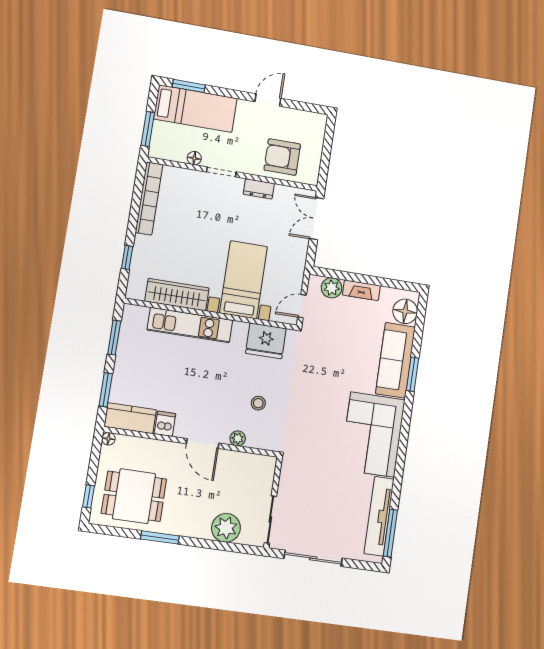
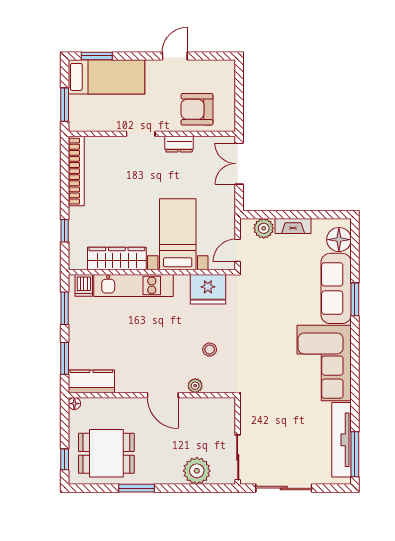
floor lamp: (194, 158) -> (113, 125), removed
dishwasher: (165, 424) -> (84, 285), moved, turned 180

